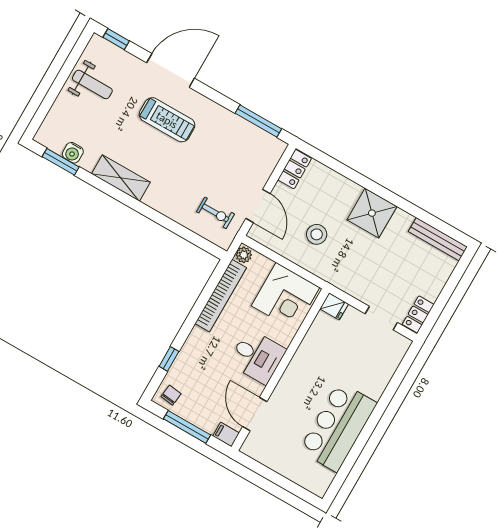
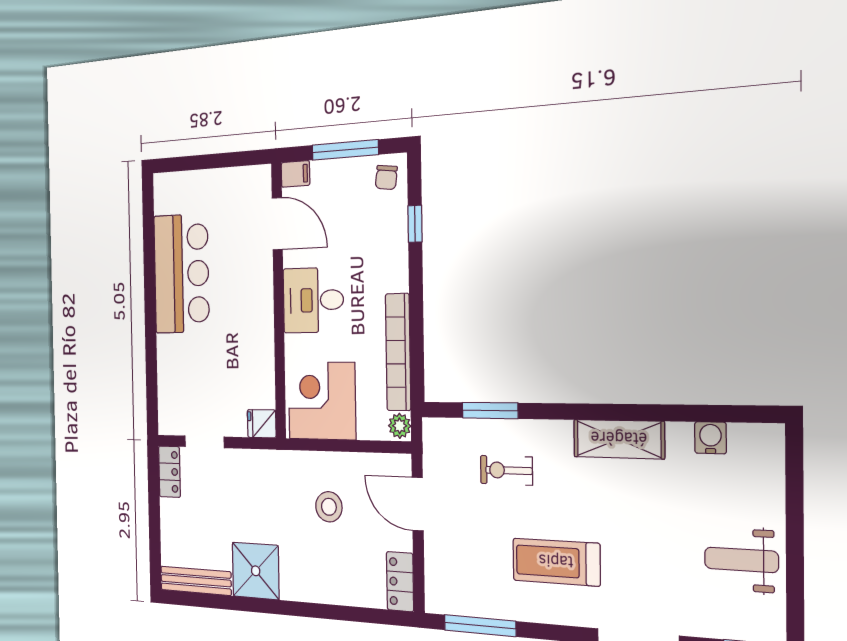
treadmill: (167, 120) -> (556, 562), moved
window: (61, 162) -> (490, 410), moved
exercise bike: (215, 213) -> (506, 470), moved
shower: (372, 213) -> (256, 571), moved

